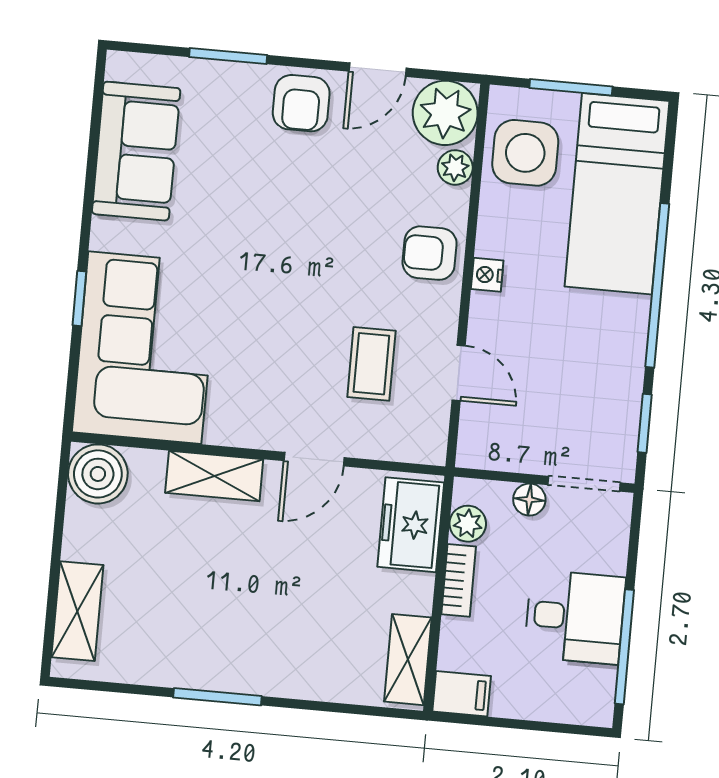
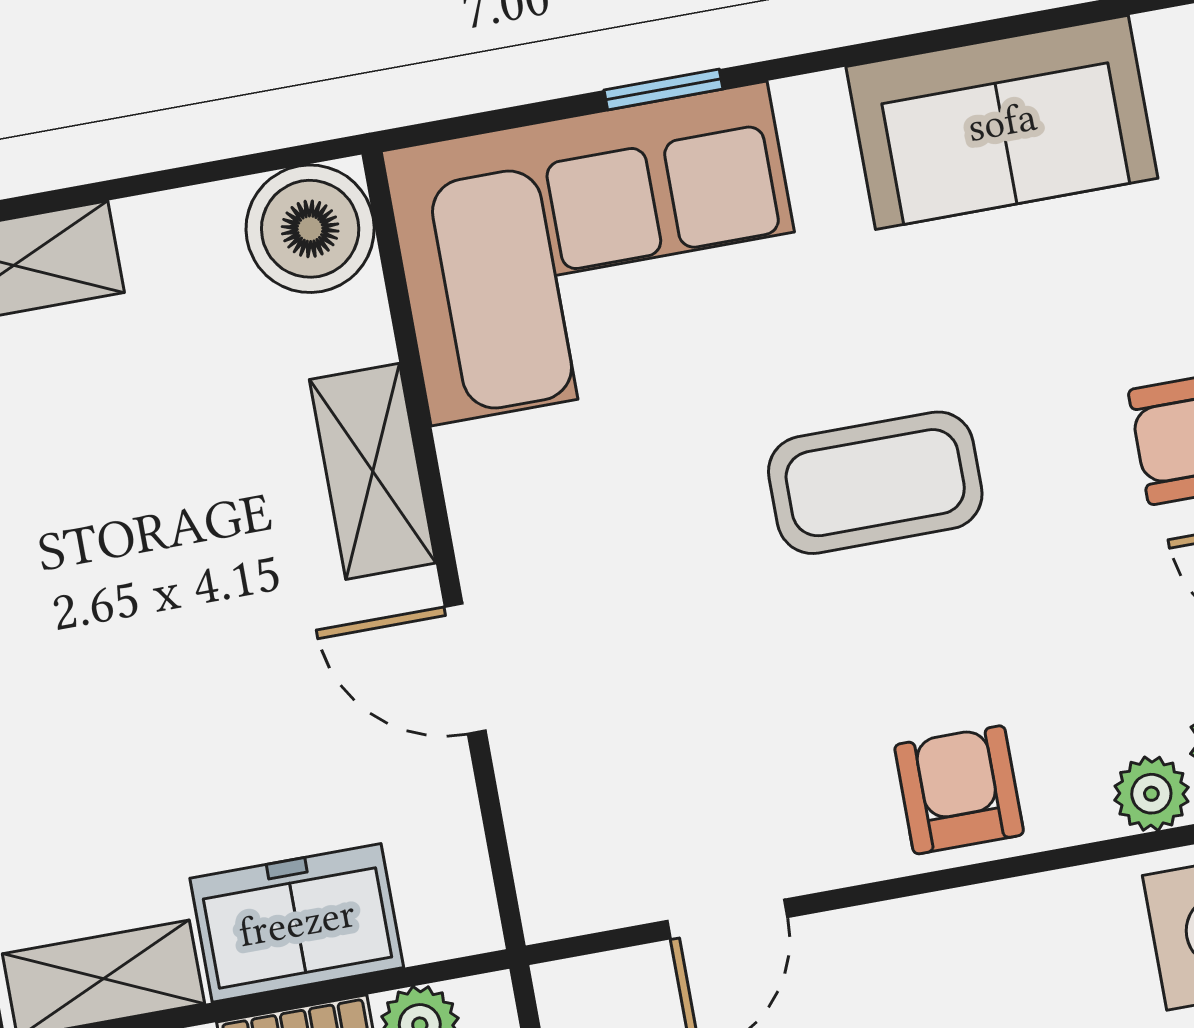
nightstand: (487, 275) -> (947, 922), removed
coffee table: (371, 364) -> (875, 483), moved, width x1.36, depth x1.30
freezer: (411, 525) -> (297, 923), moved

